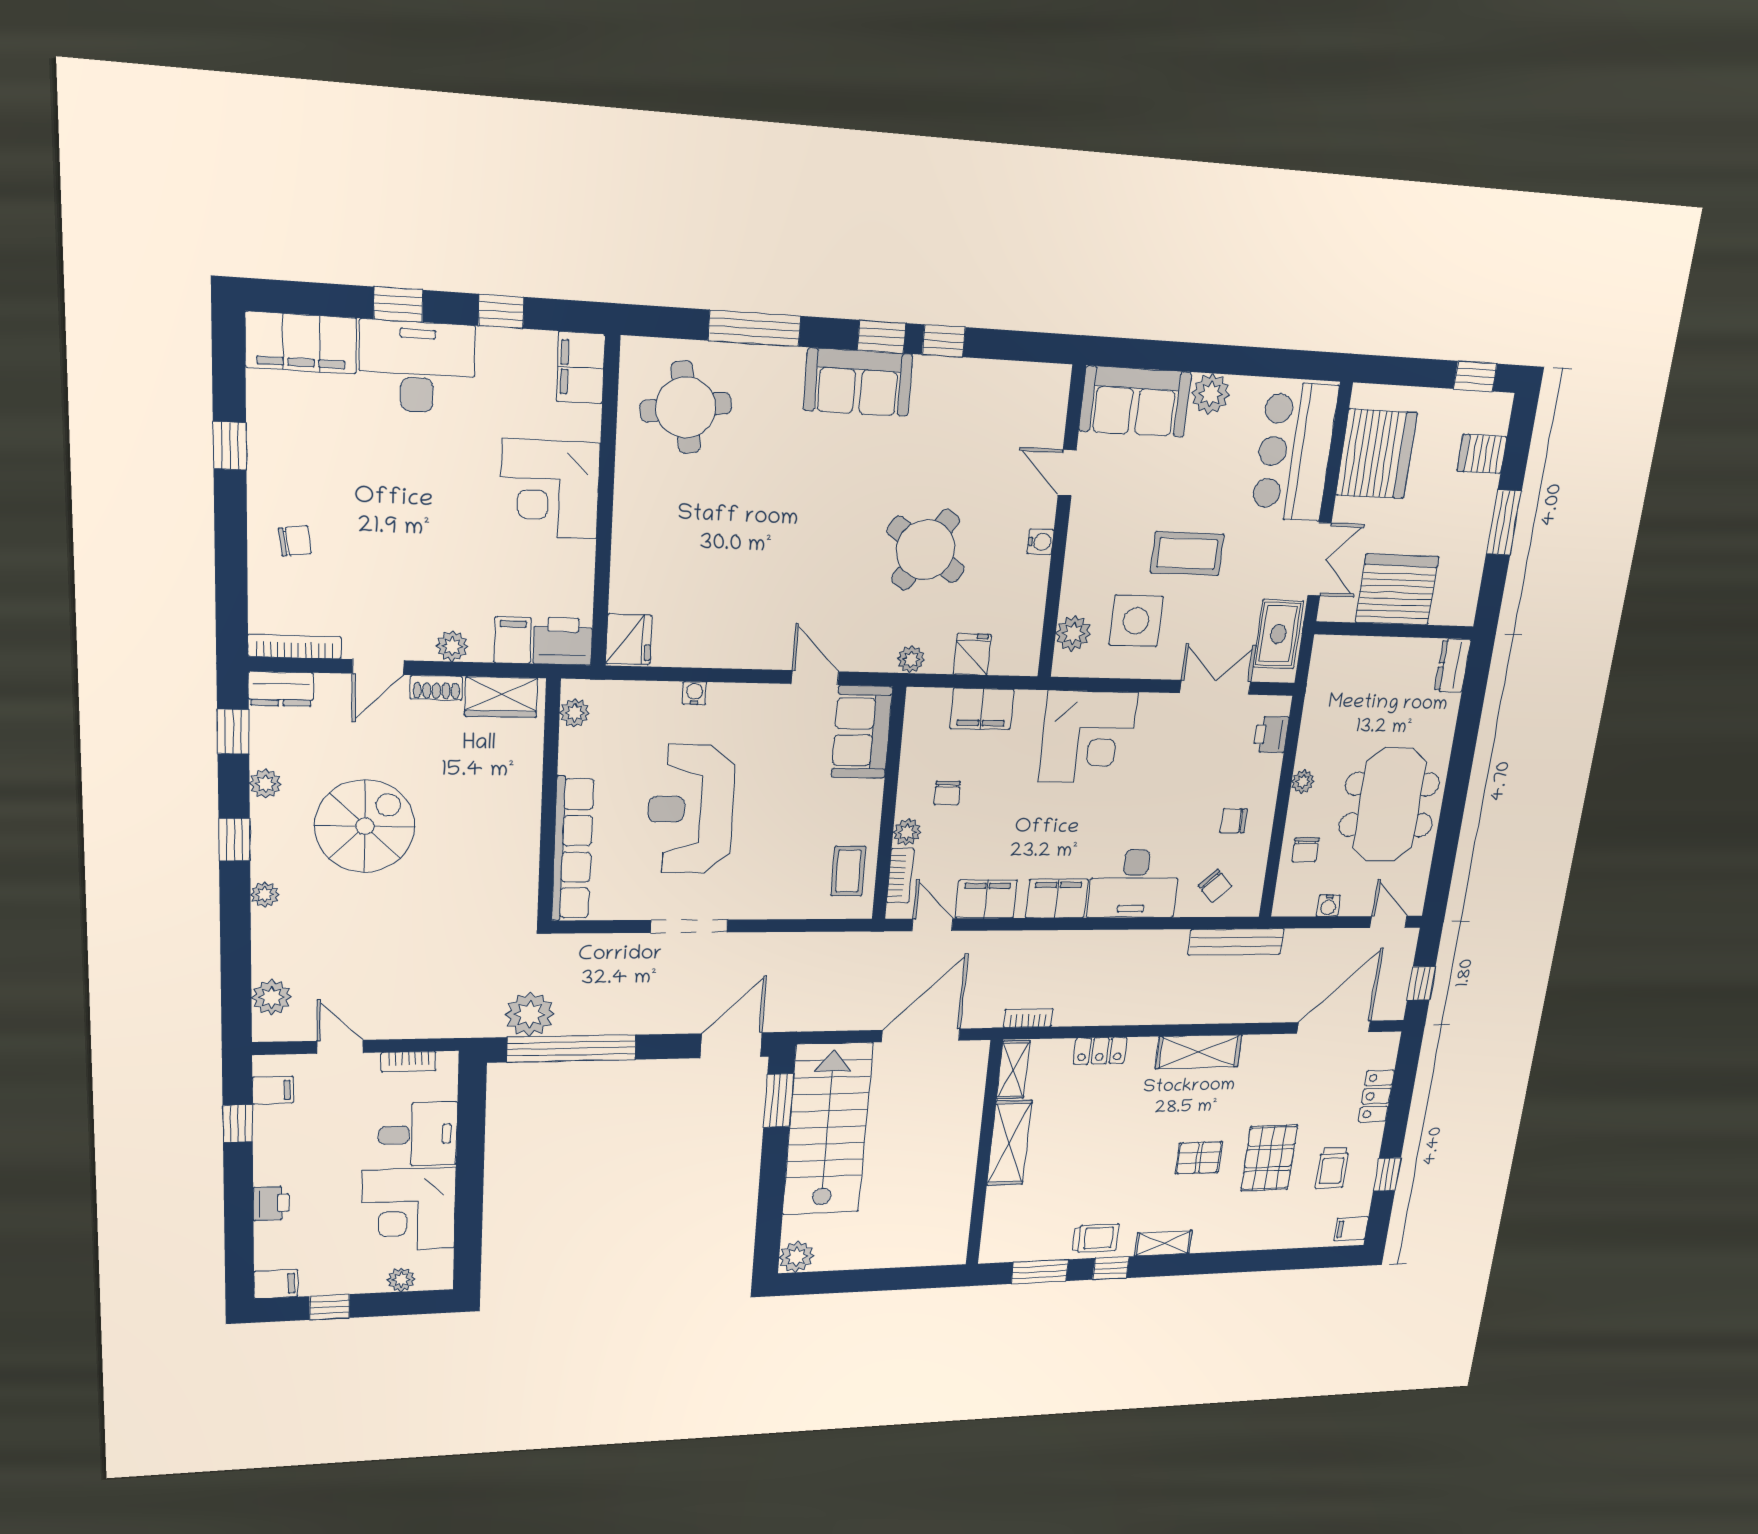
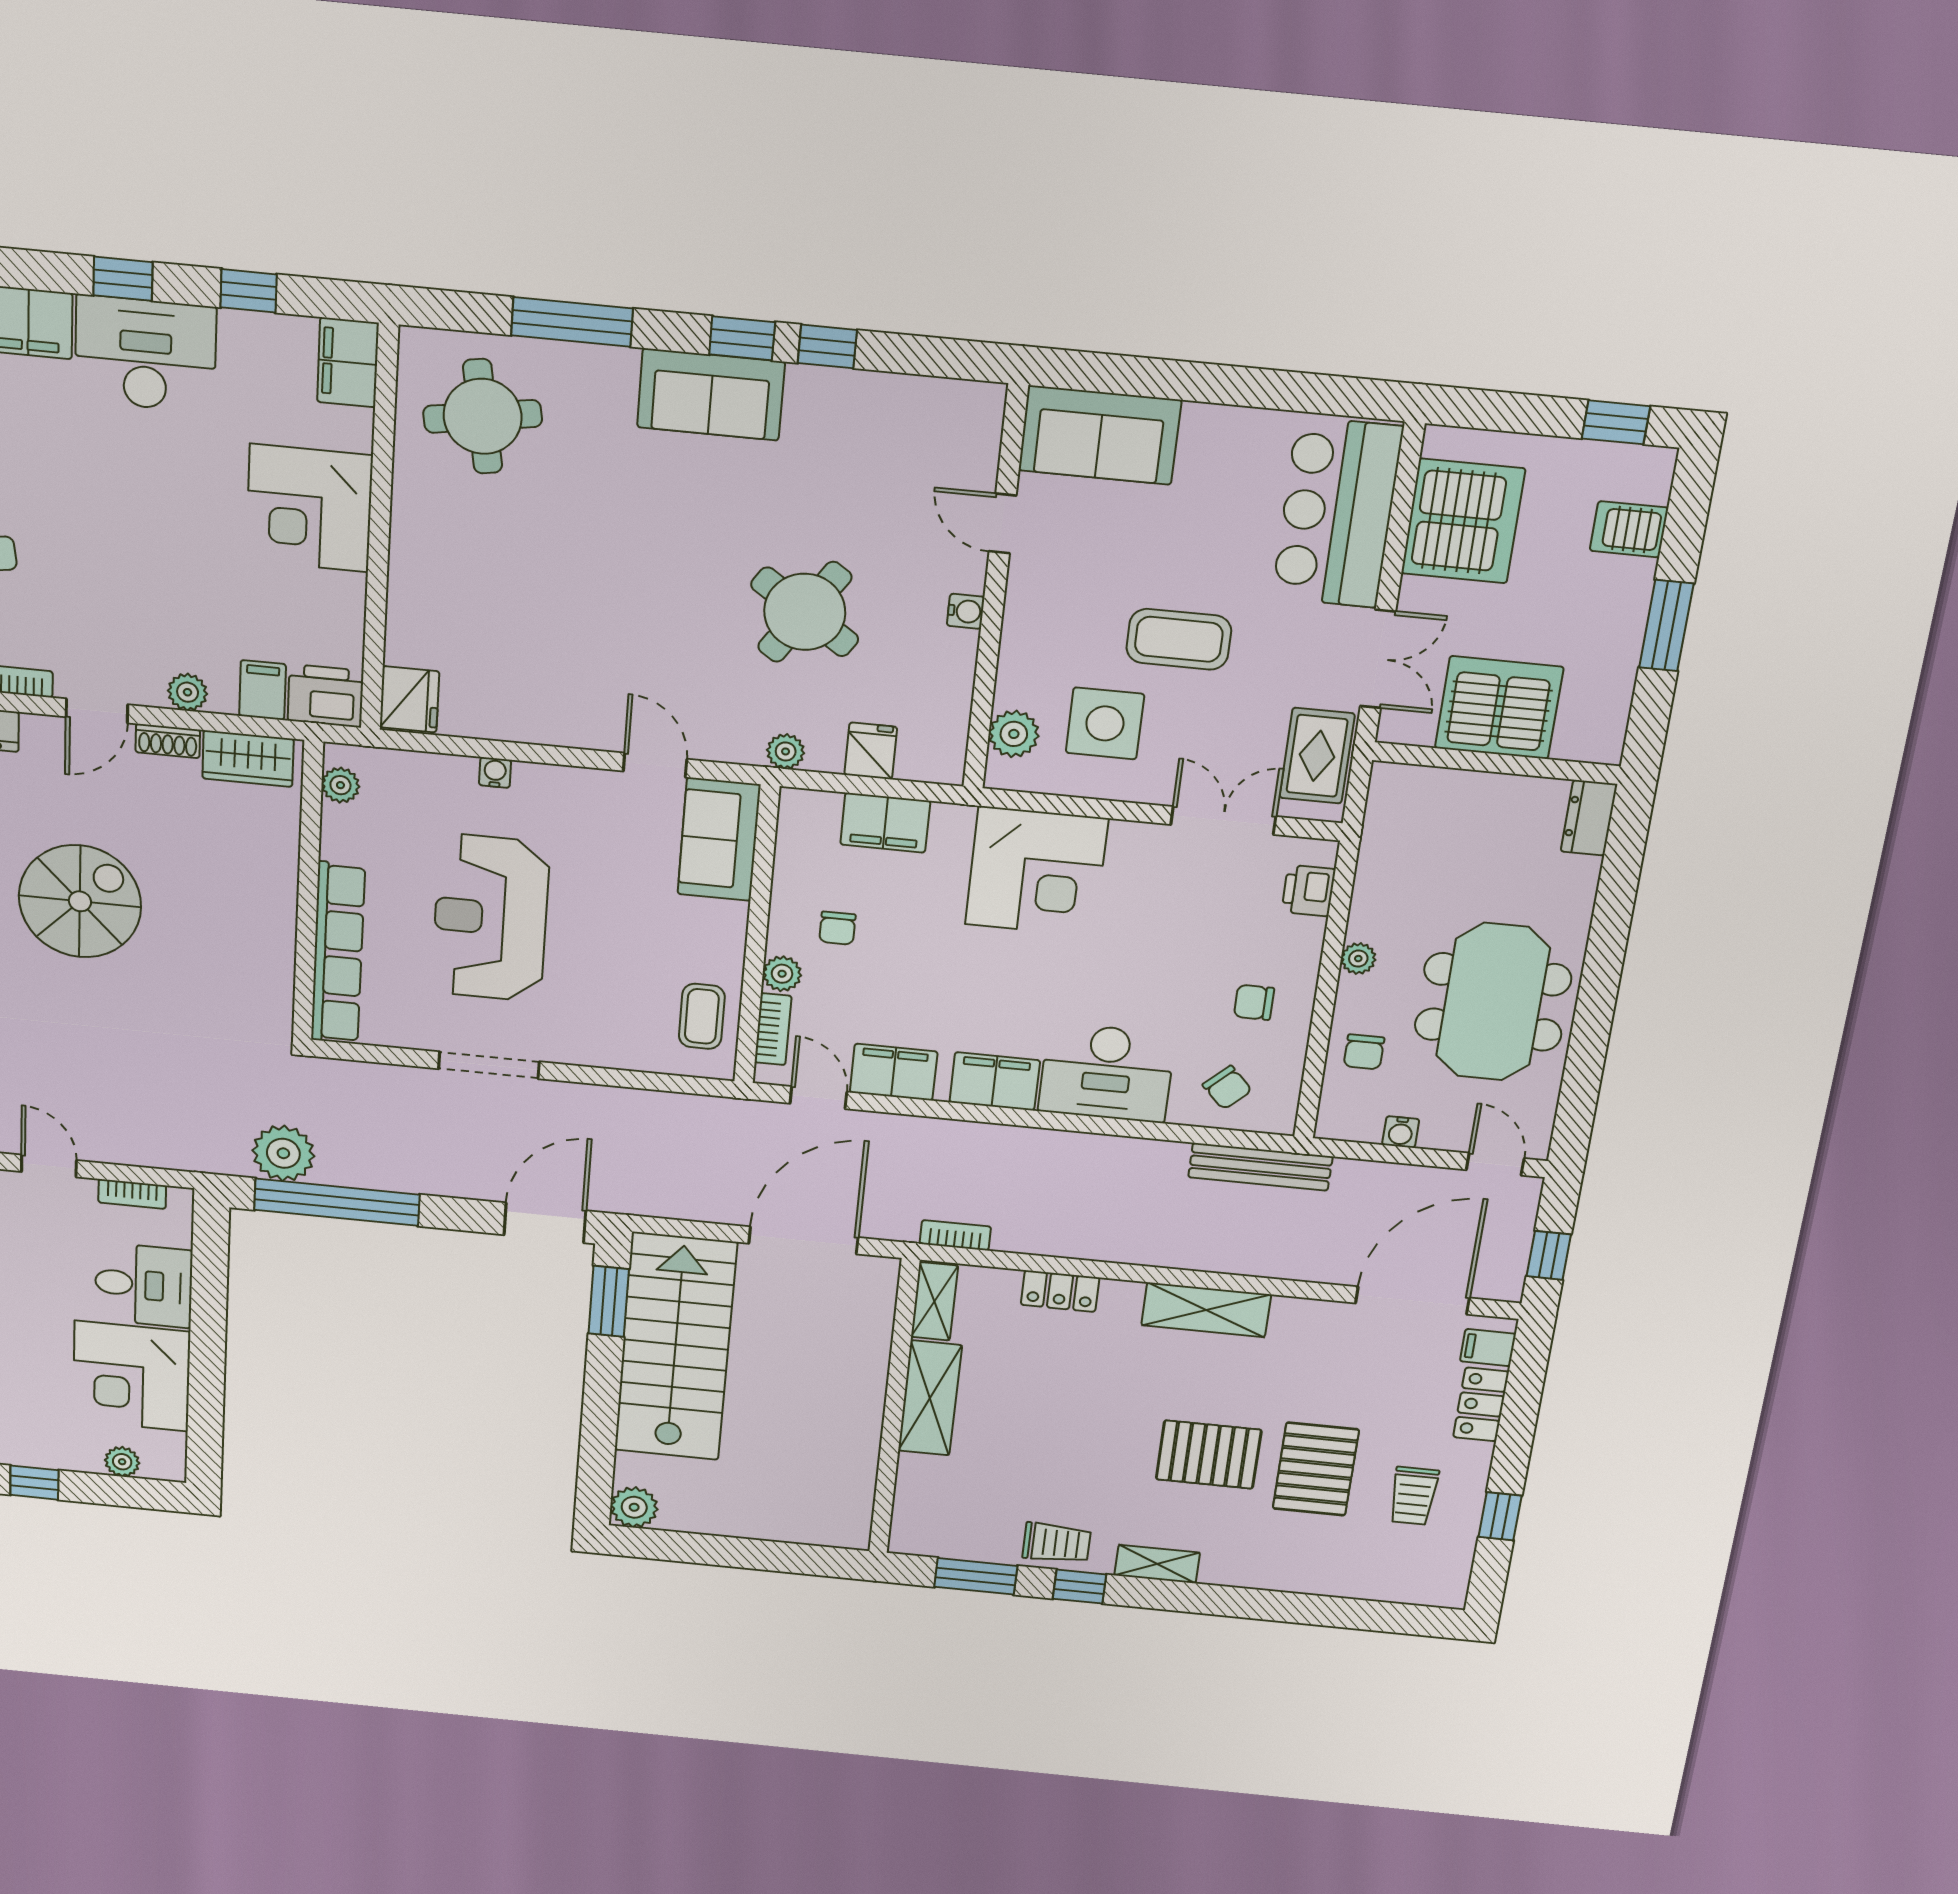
plant: (1211, 394) -> (1210, 430), removed
pallet: (1199, 1158) -> (1209, 1455), width x1.50, depth x1.42
filing cabinet: (1351, 1229) -> (1488, 1348), moved

